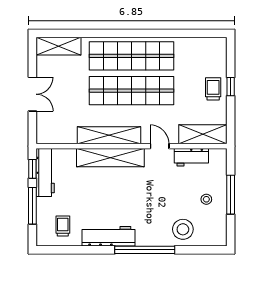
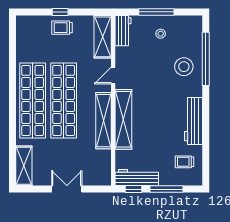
workbench: (191, 157) -> (123, 31), moved
stool: (183, 229) -> (184, 67), moved
window: (145, 250) -> (206, 59), moved

